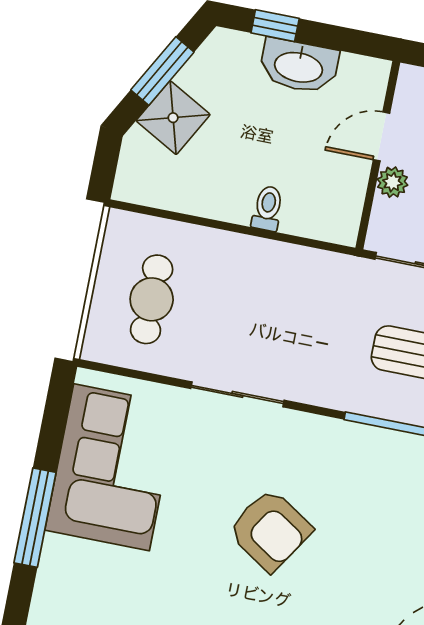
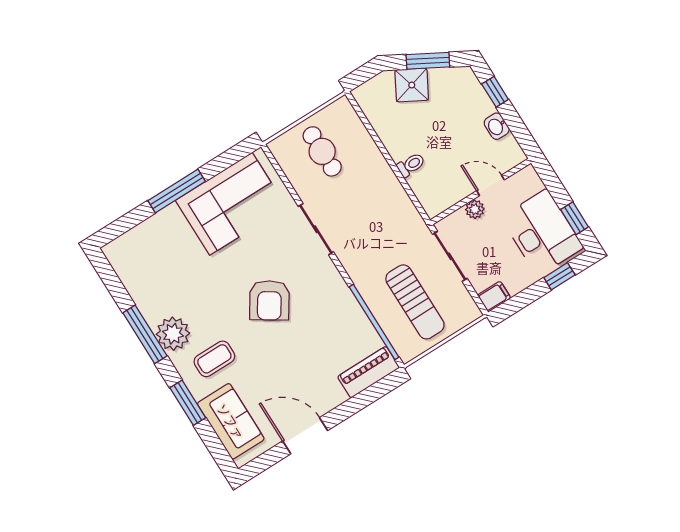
washbasin: (299, 66) -> (497, 126), width x0.52, depth x0.69
cafe table: (152, 299) -> (322, 151), turned 90

